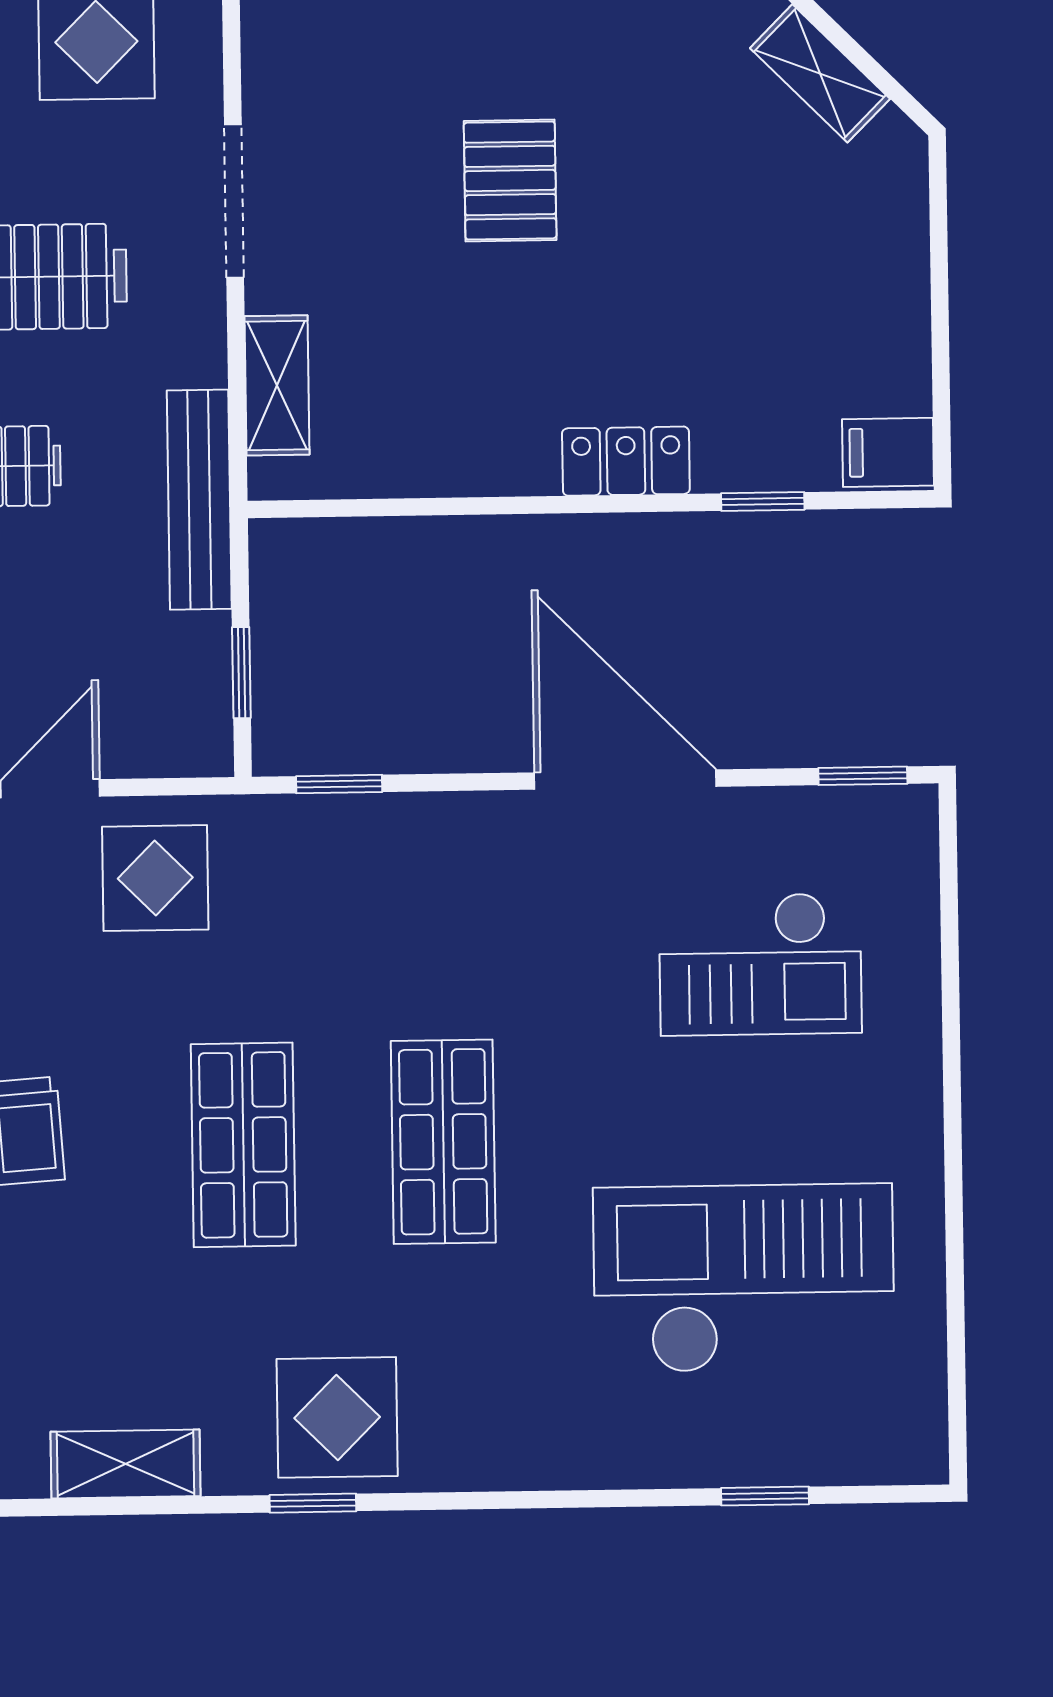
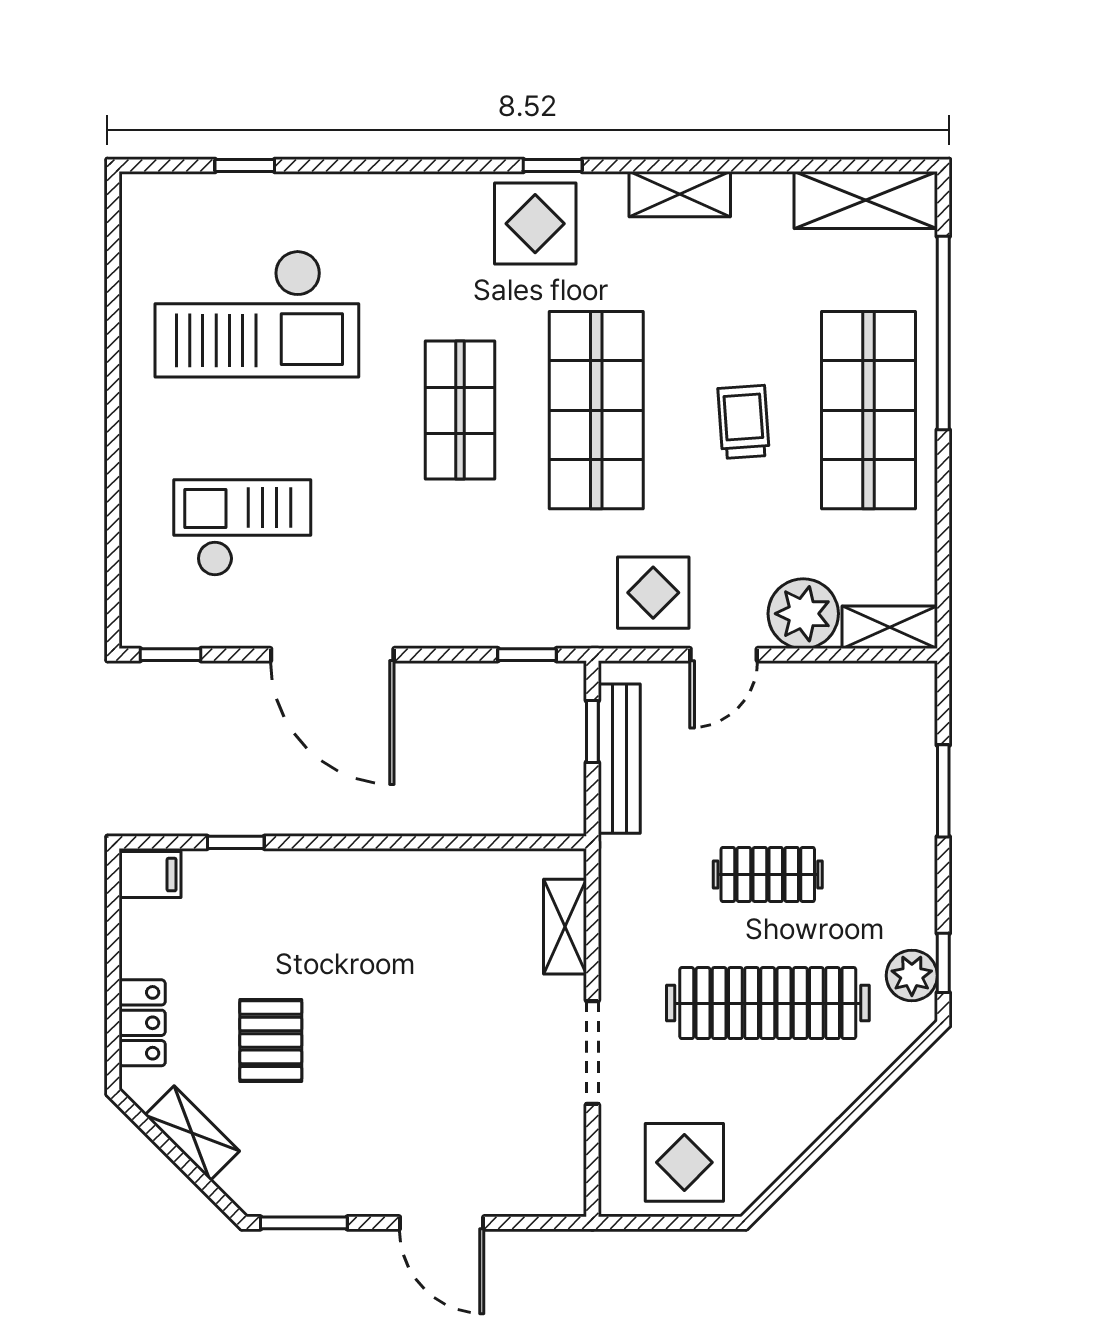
pallet: (510, 181) -> (271, 1040), moved
locker: (626, 461) -> (142, 1023), moved, turned -90
bench: (199, 500) -> (619, 759), moved
shop shelf: (243, 1145) -> (596, 410), width x1.43, depth x1.36

